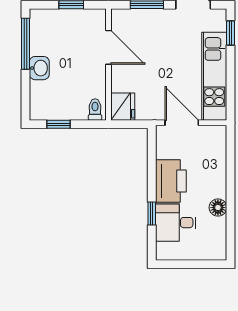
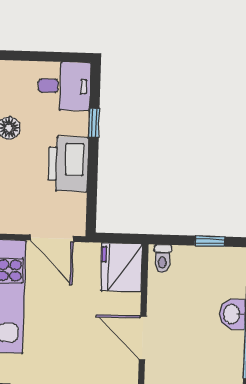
fridge: (123, 107) -> (122, 267), width x1.36, depth x1.34
desk: (176, 223) -> (64, 86), moved

